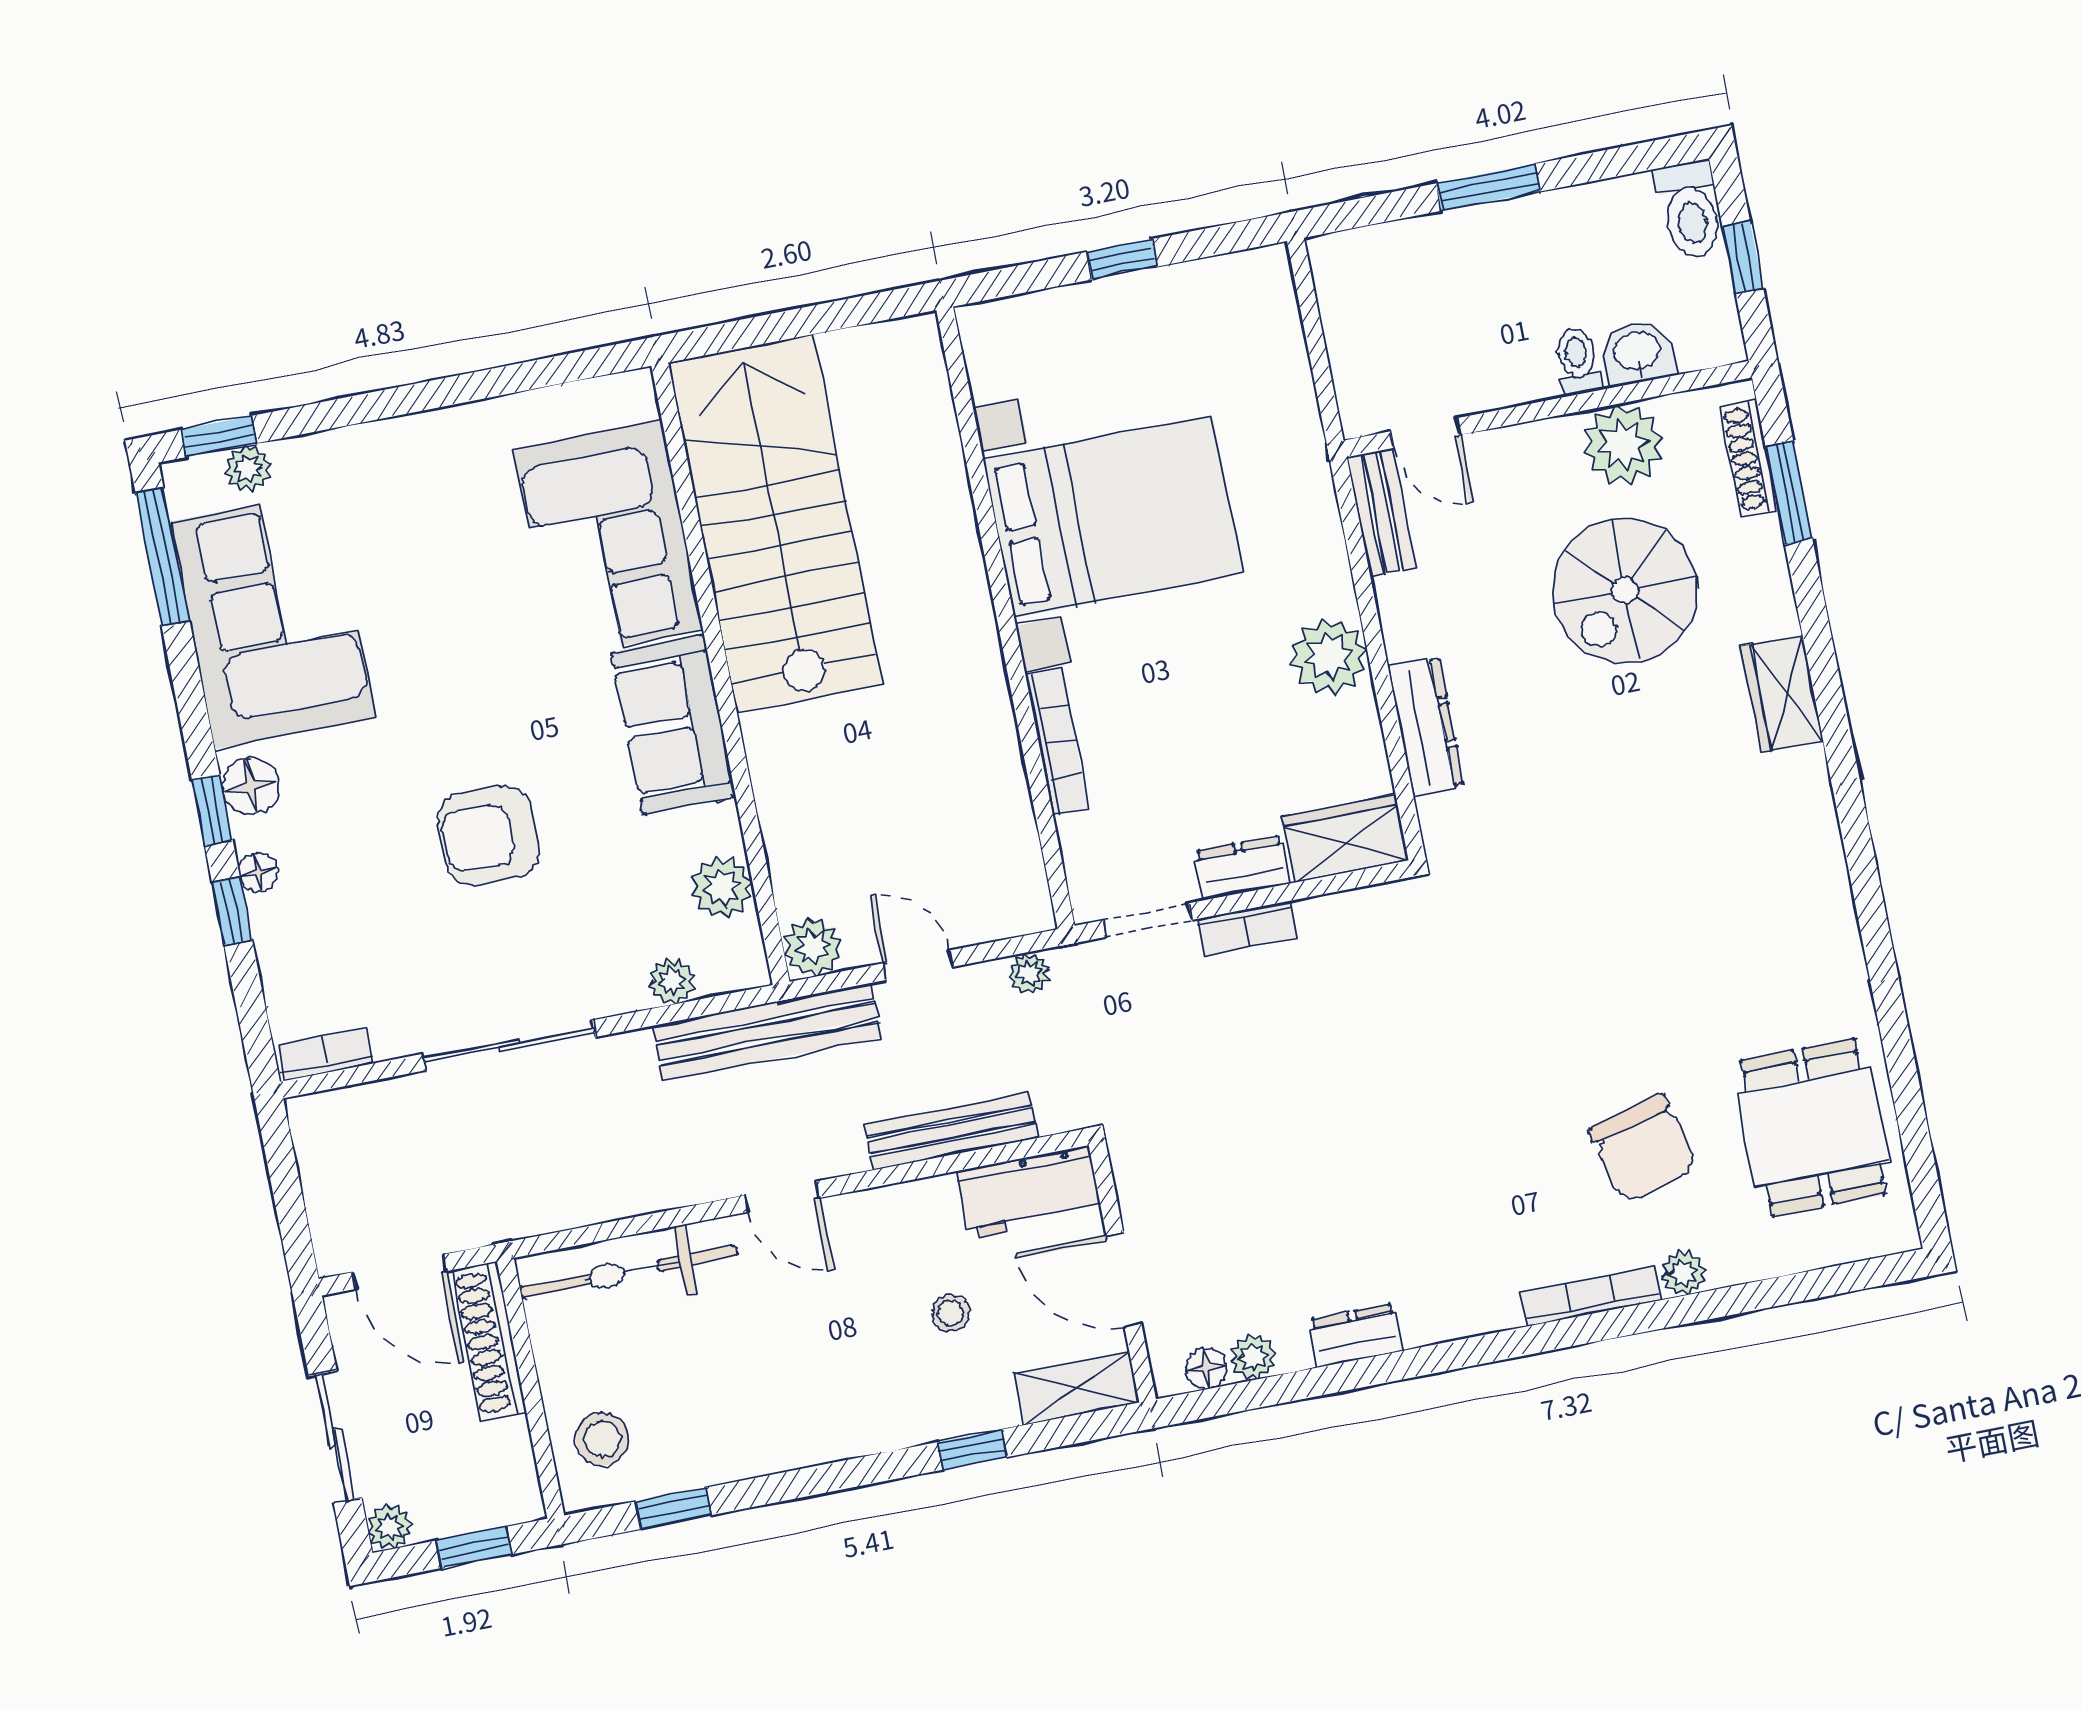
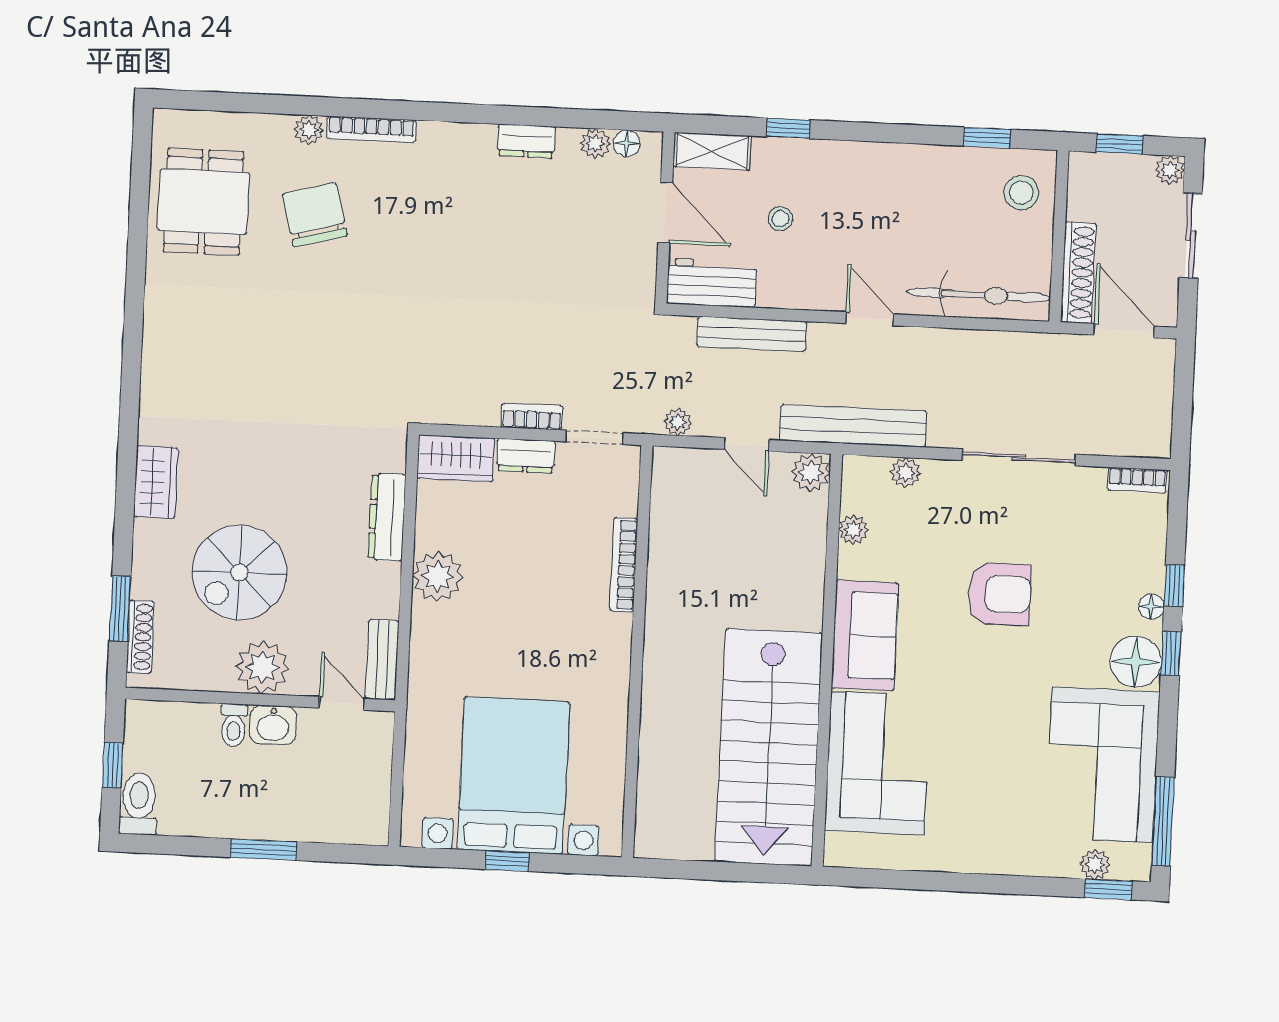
washbasin: (1637, 352) -> (273, 725), moved
plant: (1623, 445) -> (262, 667), moved
bed with nightstands: (1113, 516) -> (513, 776), moved, turned 90
spiral stairs: (1625, 590) -> (239, 572), turned 180
floor lamp: (251, 786) -> (1136, 662), width x1.38, depth x1.38
plant: (722, 887) -> (853, 530), width x0.73, depth x0.73

